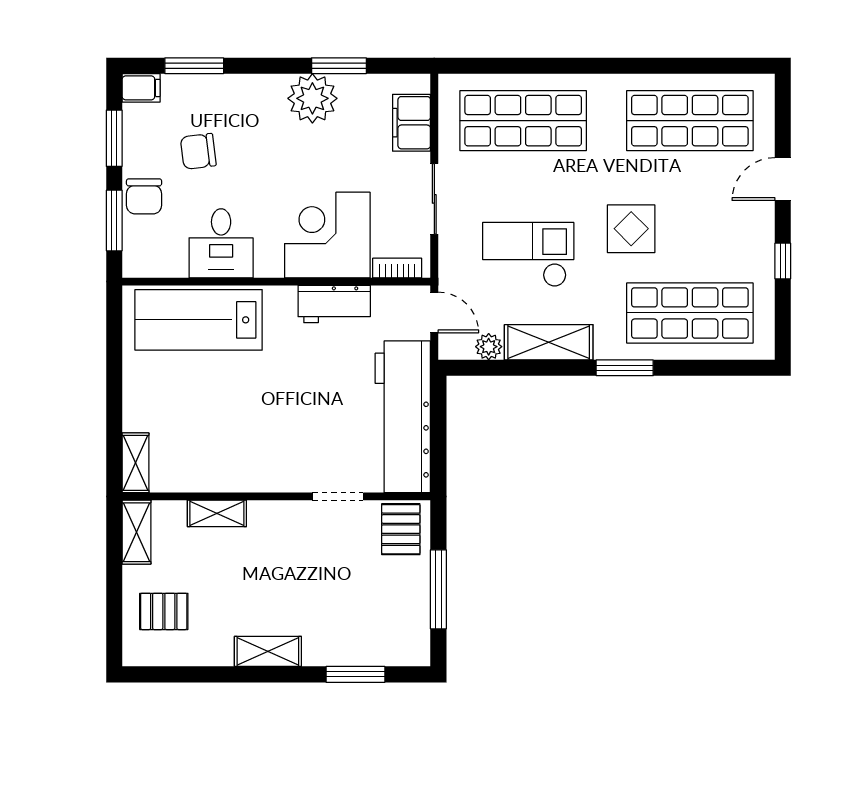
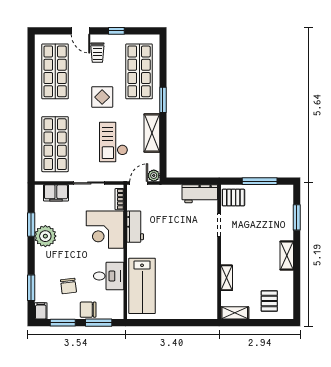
chair: (144, 196) -> (88, 310), turned 180
trolley: (733, 218) -> (97, 53), added
plant: (489, 347) -> (154, 176), moved
workbench: (403, 417) -> (200, 194), width x0.53, depth x0.76
shelving: (136, 463) -> (204, 313), removed

